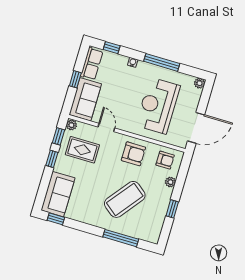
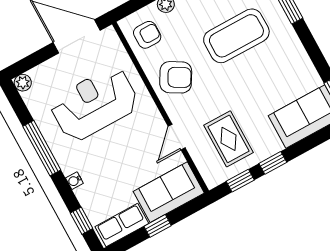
reception desk: (158, 106) -> (94, 104), turned 180
plant: (71, 125) -> (213, 179), removed
armchair: (133, 154) -> (176, 77), turned 120
armchair: (165, 160) -> (147, 35), turned 90
coffee table: (125, 199) -> (236, 36), turned -38

